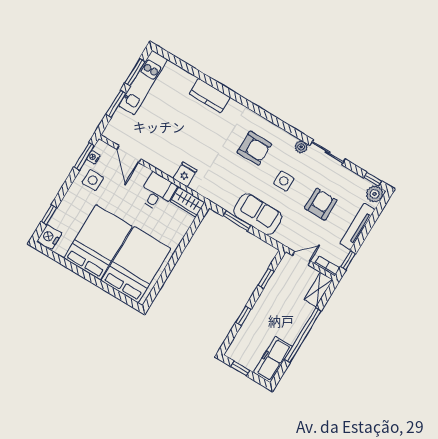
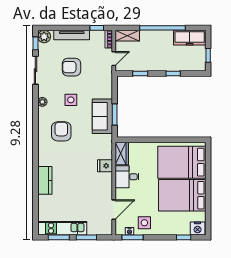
sliding door: (328, 152) -> (35, 70), moved
sofa: (258, 214) -> (102, 116), moved
door: (301, 258) -> (114, 59), swing flipped

